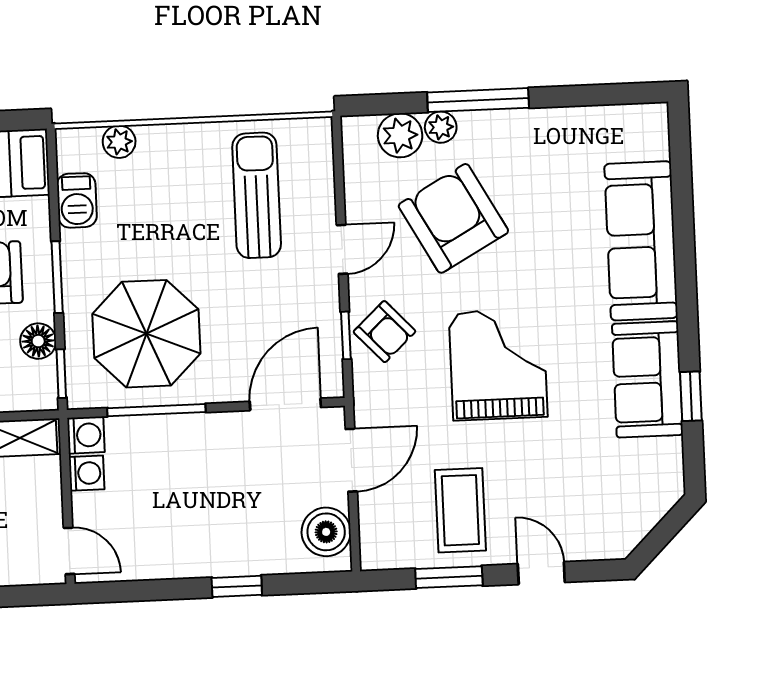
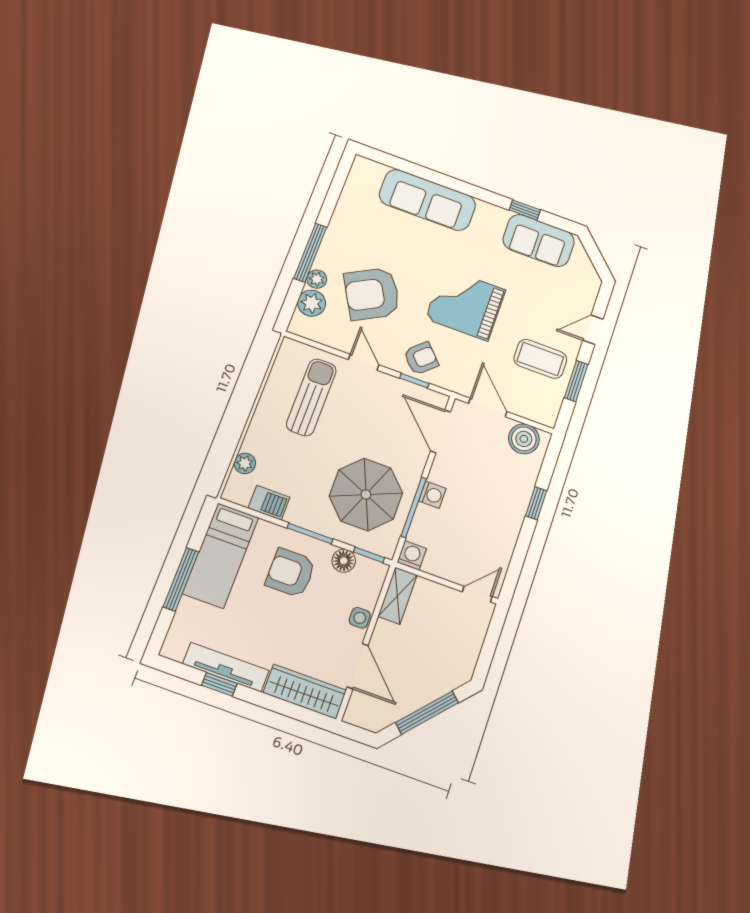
sun lounger: (257, 195) -> (311, 397), turned 90
sofa: (647, 379) -> (539, 240), moved
washing machine: (87, 473) -> (432, 495), moved, turned 90

